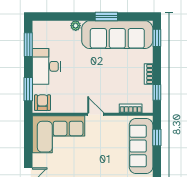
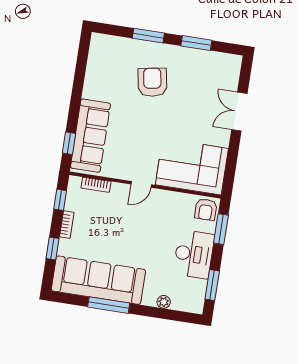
window: (106, 17) -> (109, 305), width x1.44
plant: (76, 26) -> (164, 302), moved
window: (157, 38) -> (53, 248), moved
door: (96, 114) -> (141, 184), hinge flipped

